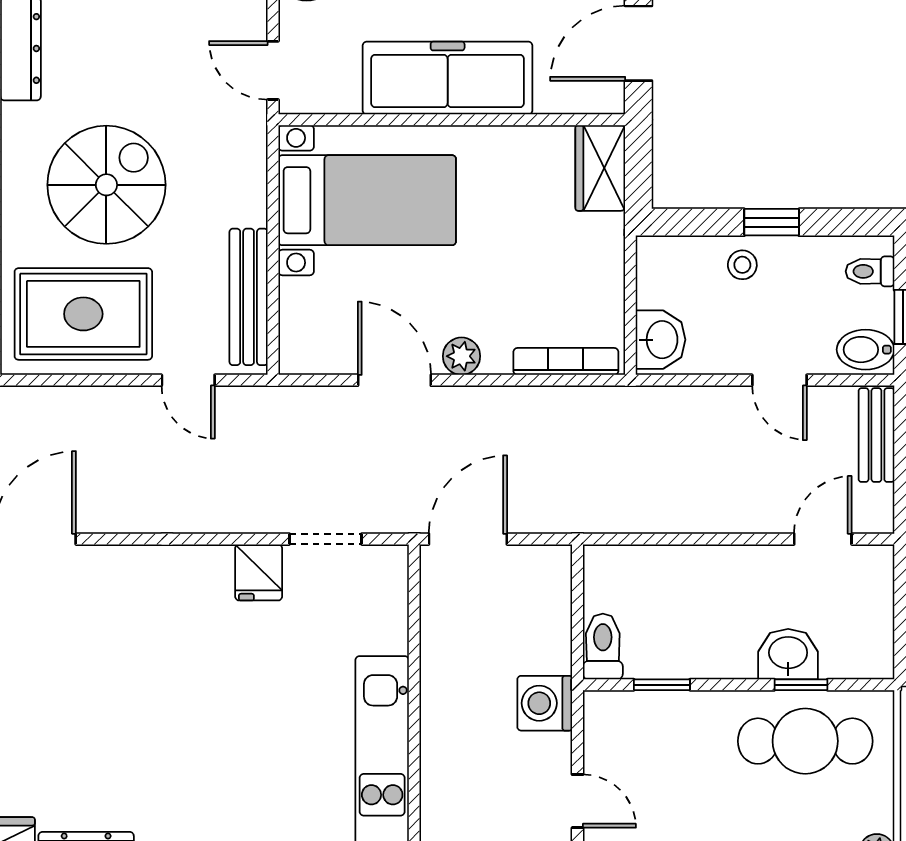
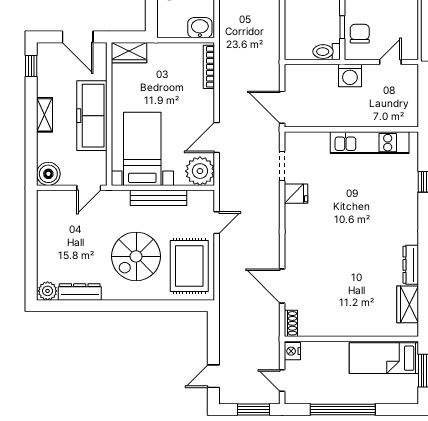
spiral stairs: (106, 185) -> (136, 256), turned -90
bench: (249, 297) -> (158, 198), moved
plant: (462, 356) -> (200, 171), moved, width x1.88, depth x1.88
chair: (646, 727) -> (360, 34), added

